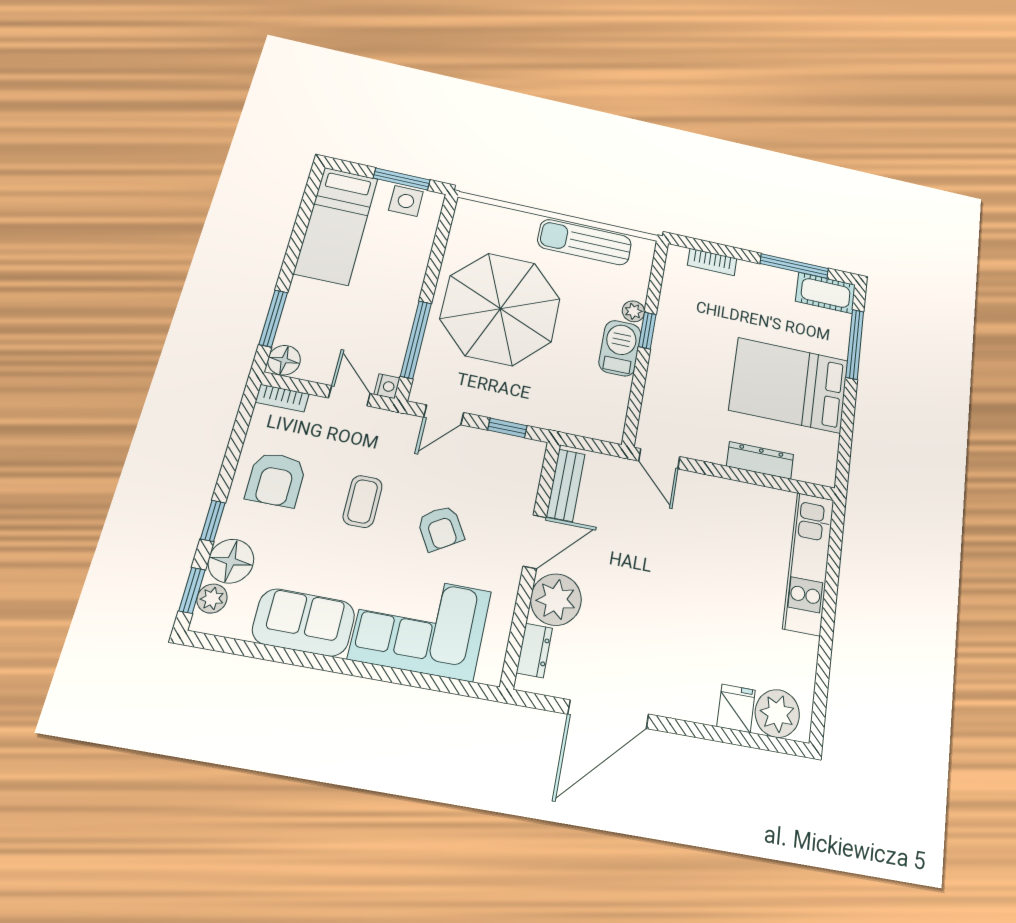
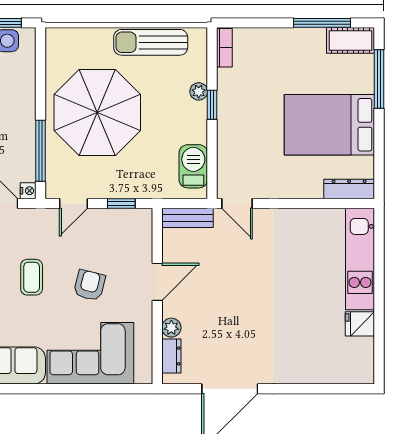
bookcase: (712, 262) -> (224, 48), moved, turned -90
barbecue: (620, 348) -> (193, 166), moved
dresser: (760, 460) -> (349, 189), moved
bench: (566, 485) -> (187, 218), moved, turned 90
armchair: (441, 528) -> (89, 285), turned -135
plant: (556, 600) -> (171, 328), width x0.53, depth x0.53
fridge: (736, 708) -> (360, 324), moved, turned -90
plant: (777, 714) -> (349, 368), removed

